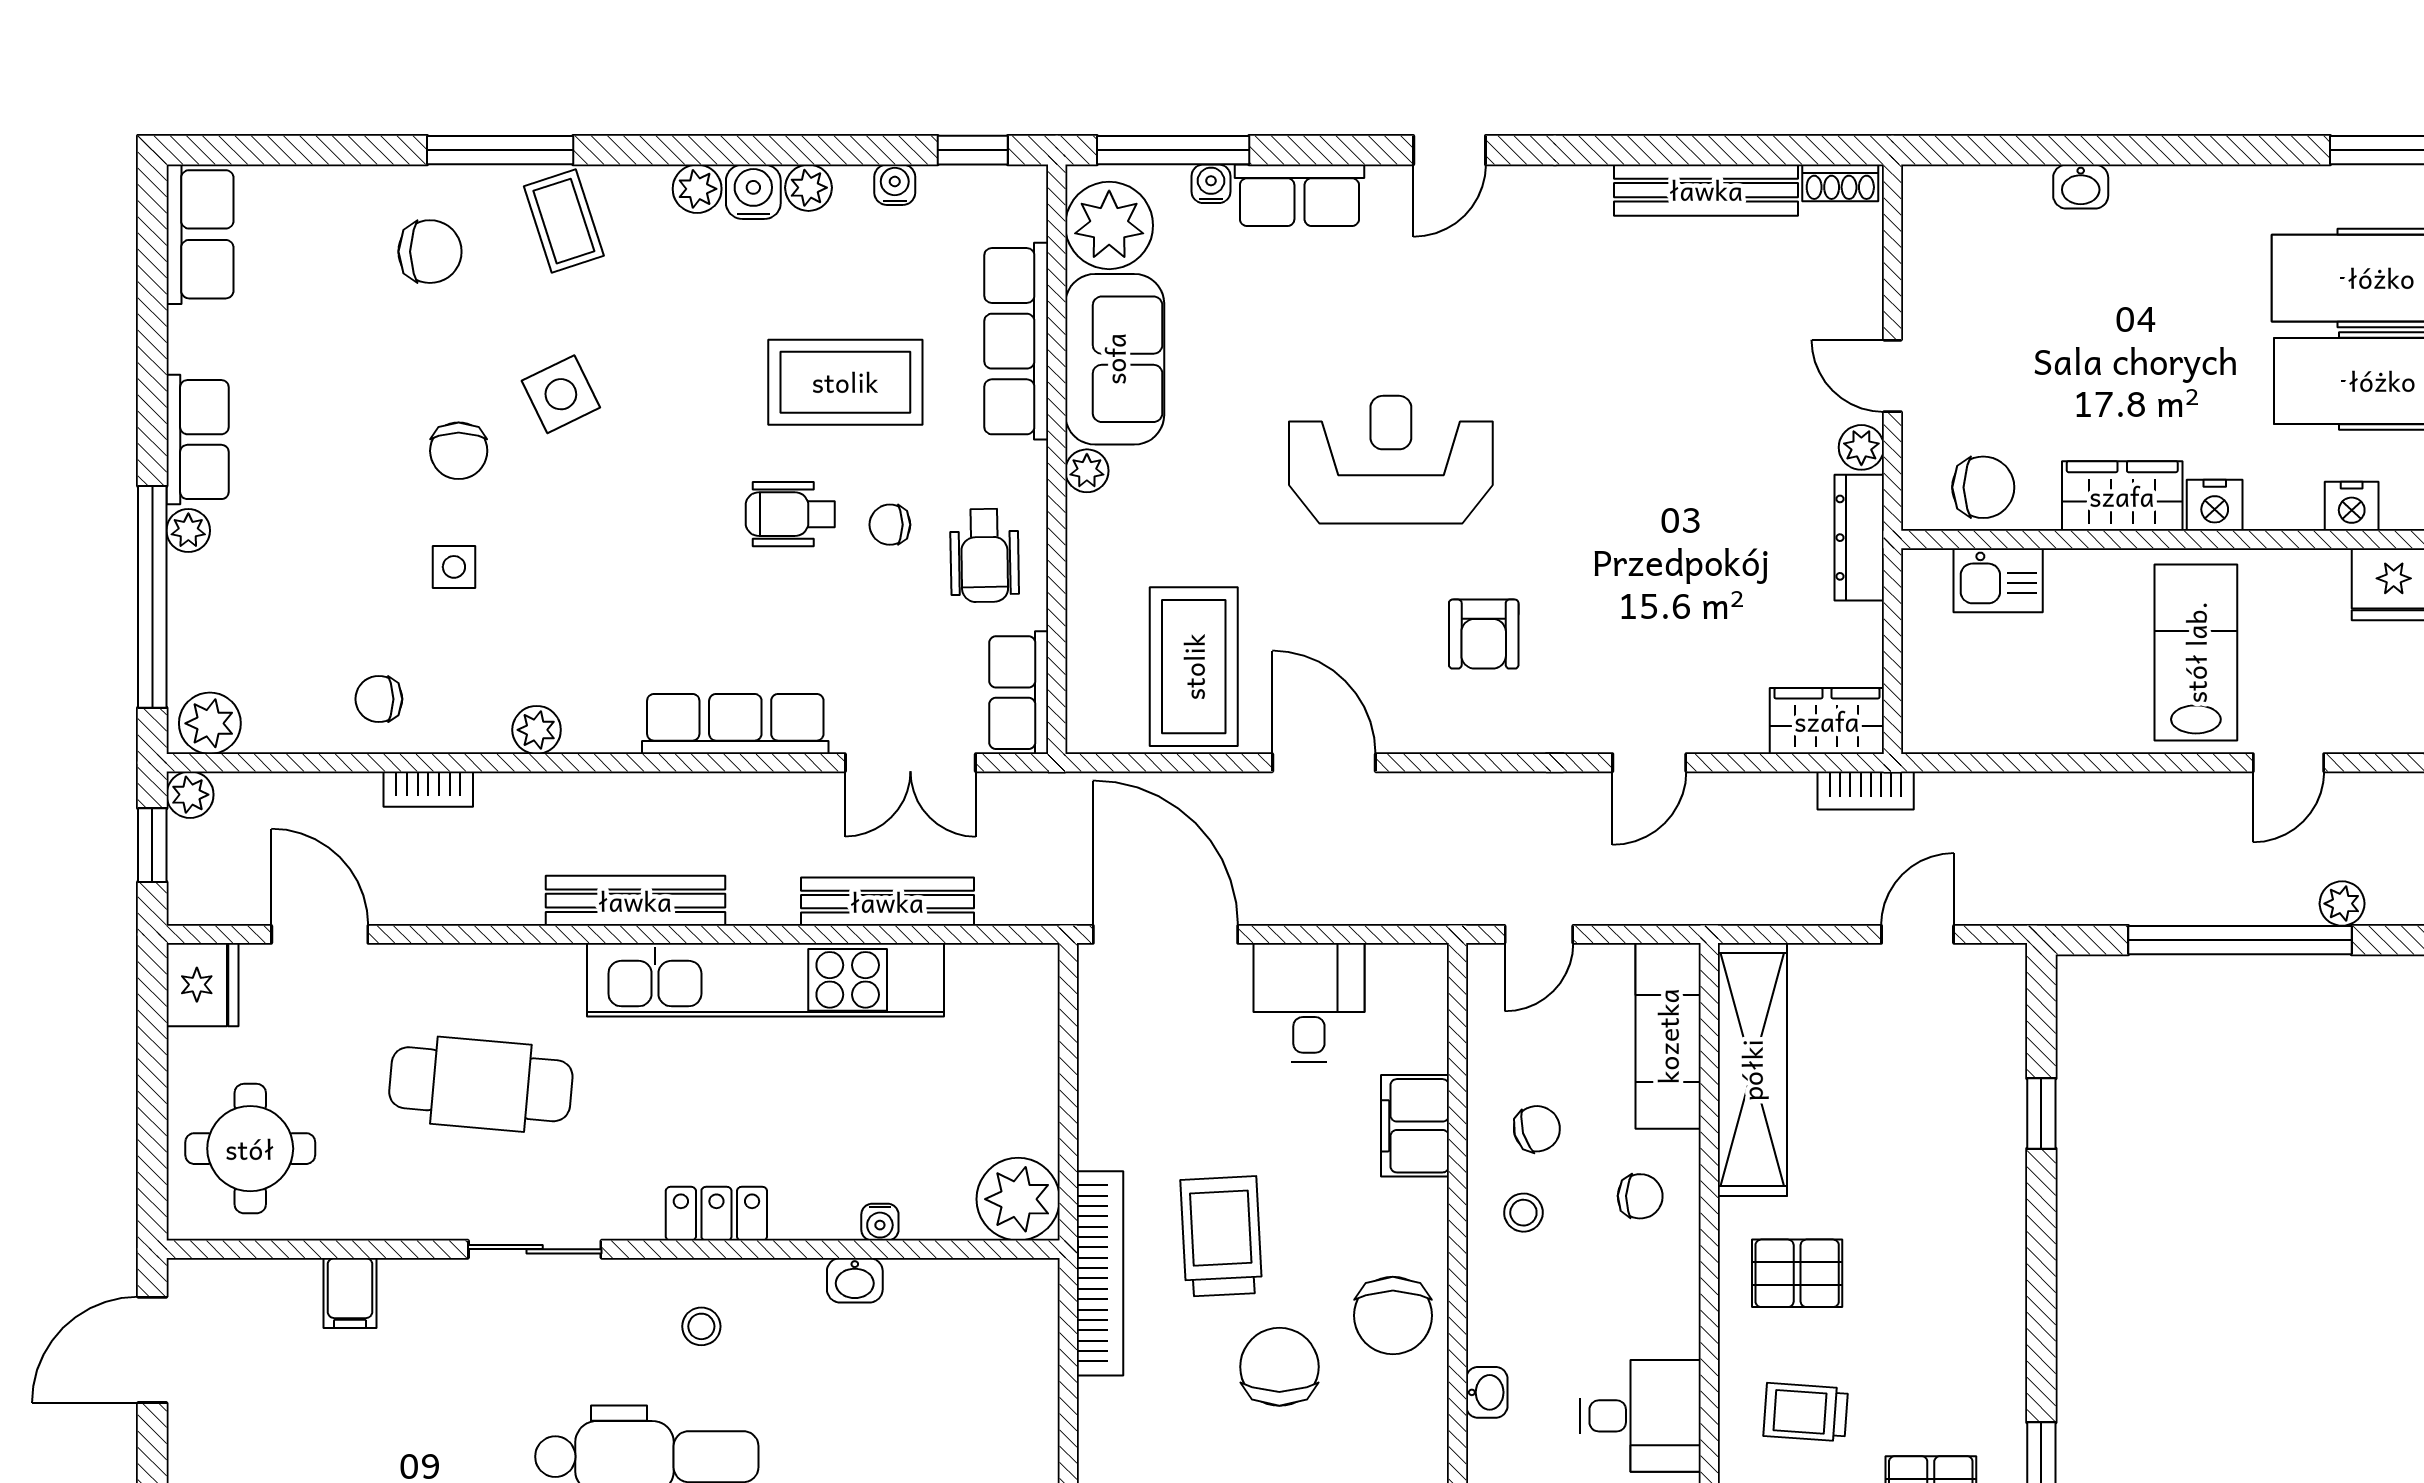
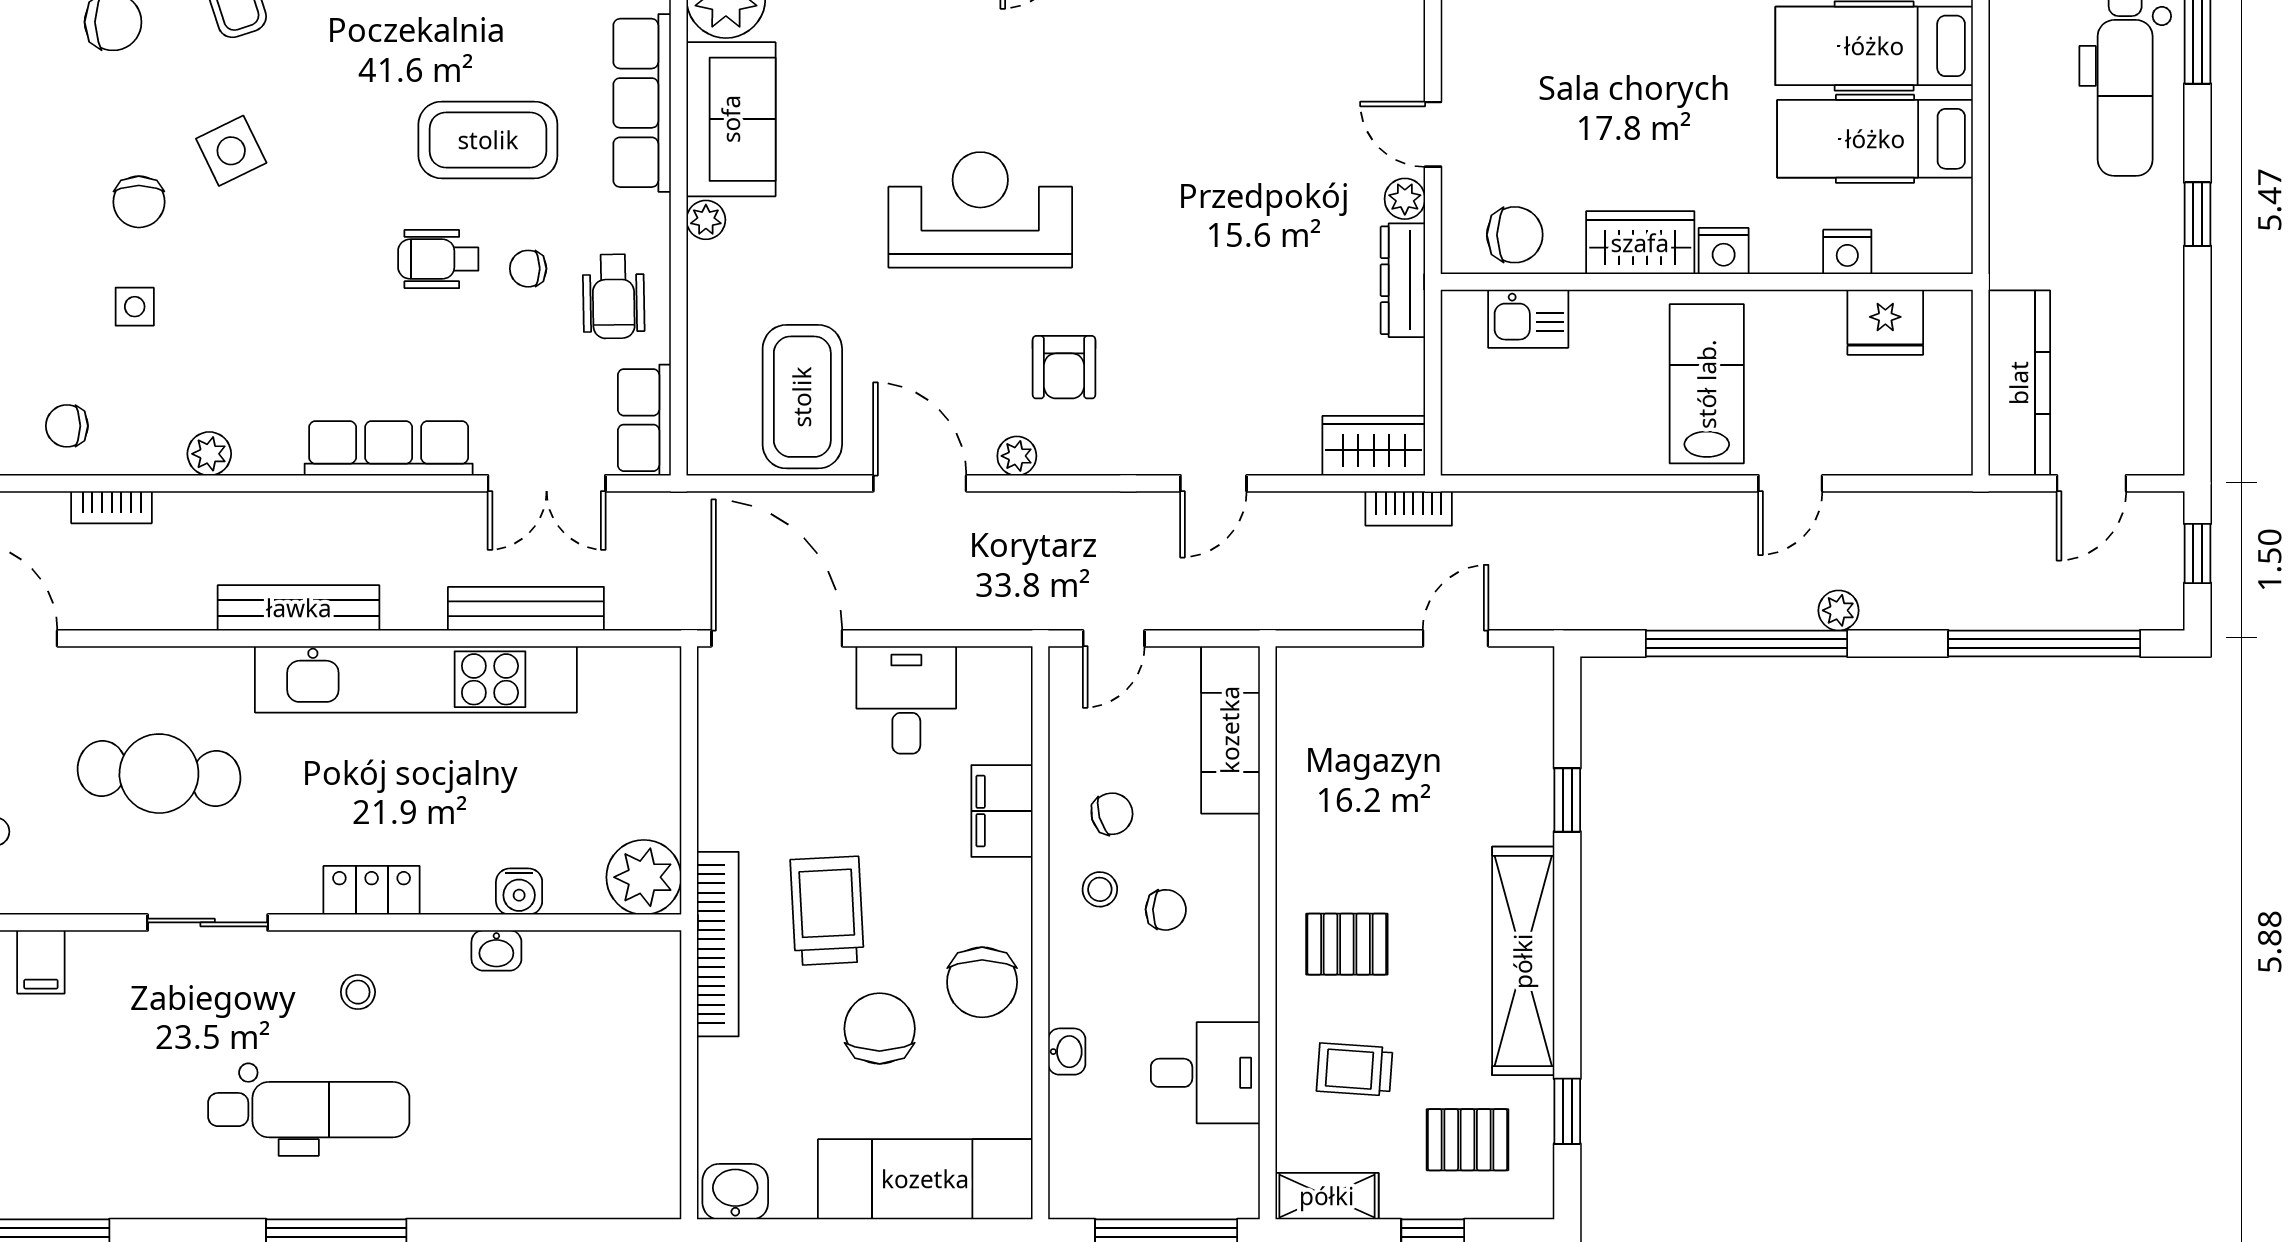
plant: (1431, 732) -> (1017, 456), added
shelving: (1752, 1070) -> (1523, 961), moved
chair: (1640, 1196) -> (1166, 910), moved
water cooler: (880, 1222) -> (519, 892), width x1.38, depth x1.38

